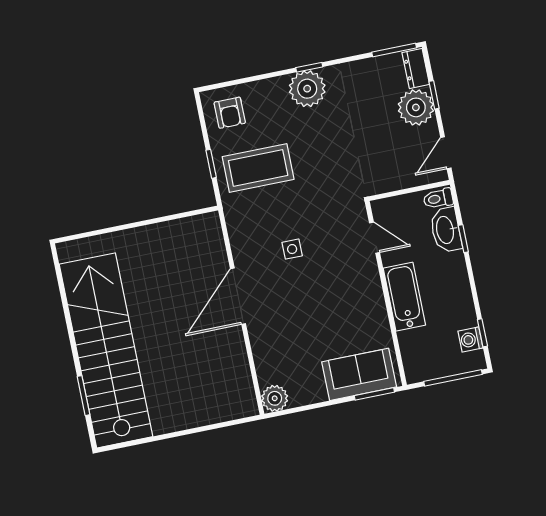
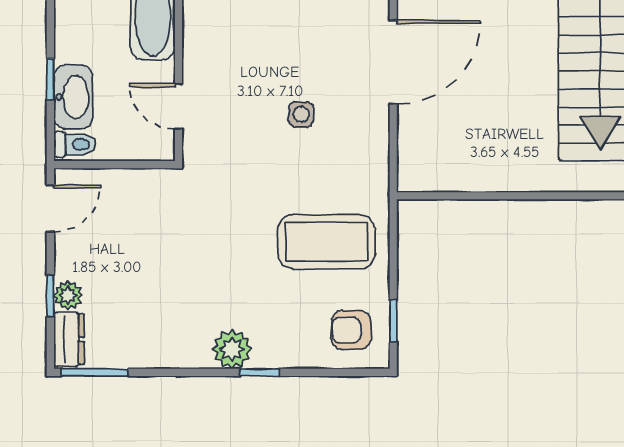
window: (309, 67) -> (260, 372), moved
plant: (307, 89) -> (232, 349), width x0.73, depth x0.73
plant: (416, 107) -> (68, 295), width x0.53, depth x0.53
armchair: (230, 113) -> (351, 330), turned -90
window: (211, 164) -> (393, 321), moved

